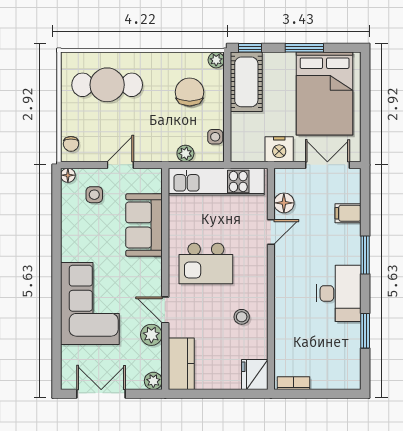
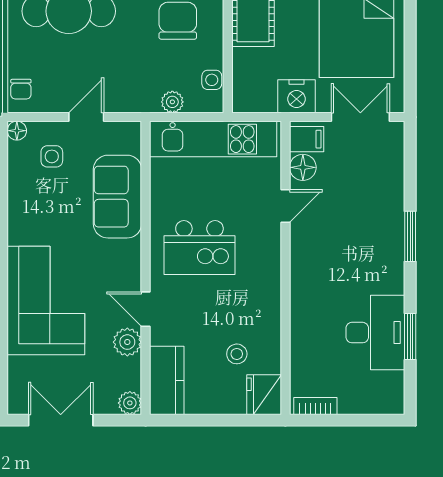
filing cabinet: (348, 213) -> (307, 139), moved, turned 180
desk: (339, 293) -> (375, 333), moved
stool: (242, 317) -> (237, 354), moved

